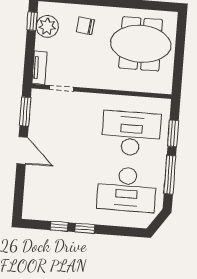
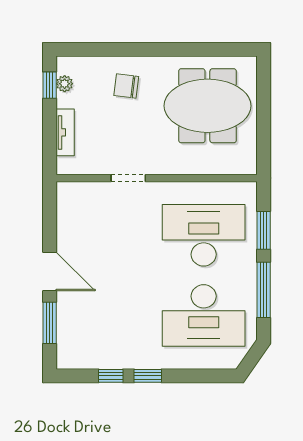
plant: (47, 26) -> (65, 84), width x0.53, depth x0.53
tv unit: (39, 68) -> (65, 132), moved
doorway: (61, 88) -> (128, 178), moved
window: (25, 111) -> (50, 323), moved

